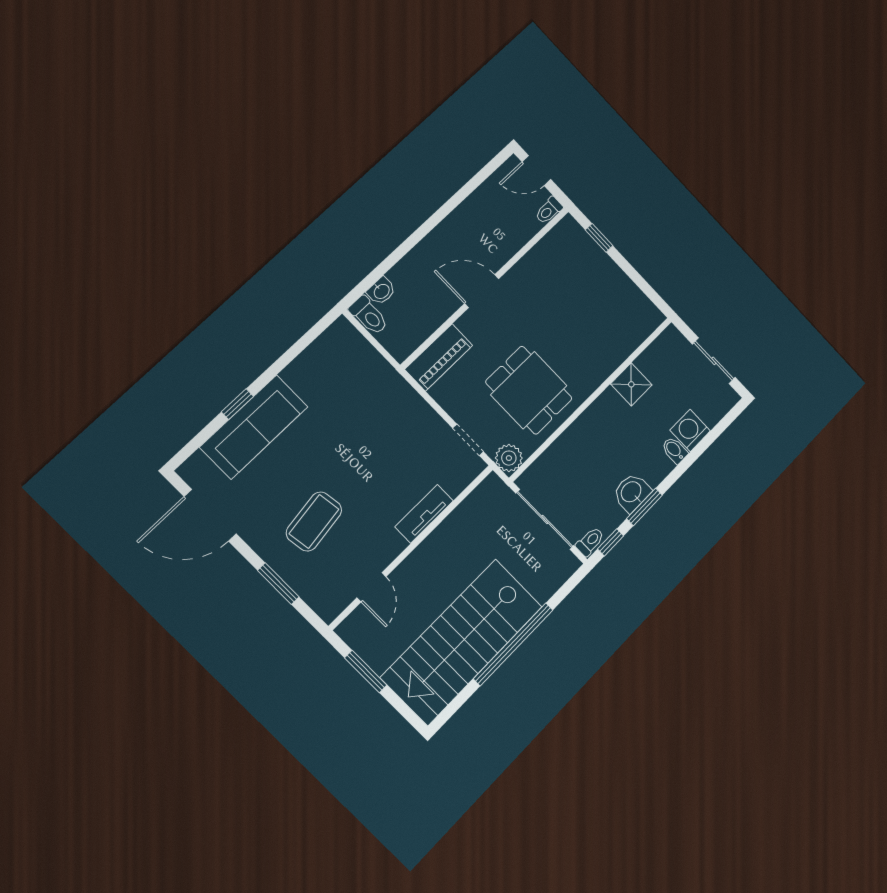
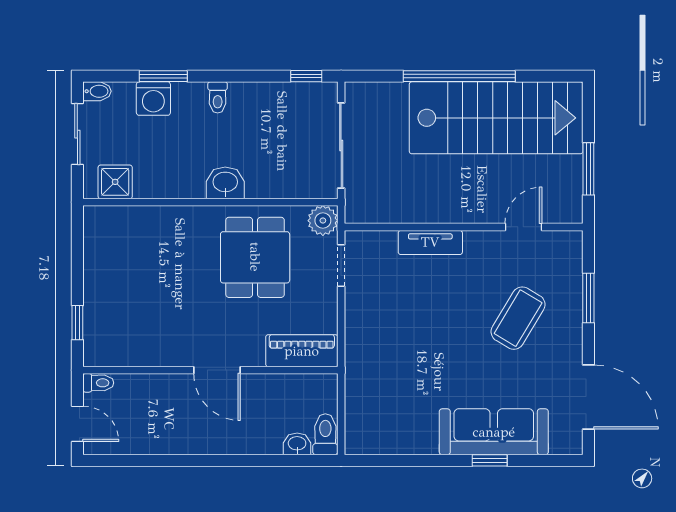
shower: (631, 384) -> (115, 182), moved
bidet: (675, 450) -> (97, 91), moved, turned -90
washbasin: (632, 492) -> (225, 183), moved, turned 180
window: (645, 507) -> (163, 76), moved
coffee table: (314, 521) -> (518, 318), turned -51
toilet: (590, 542) -> (218, 97), moved, turned -90

